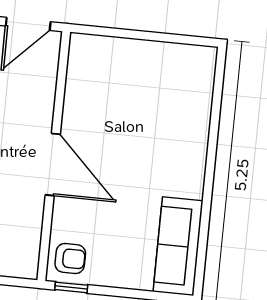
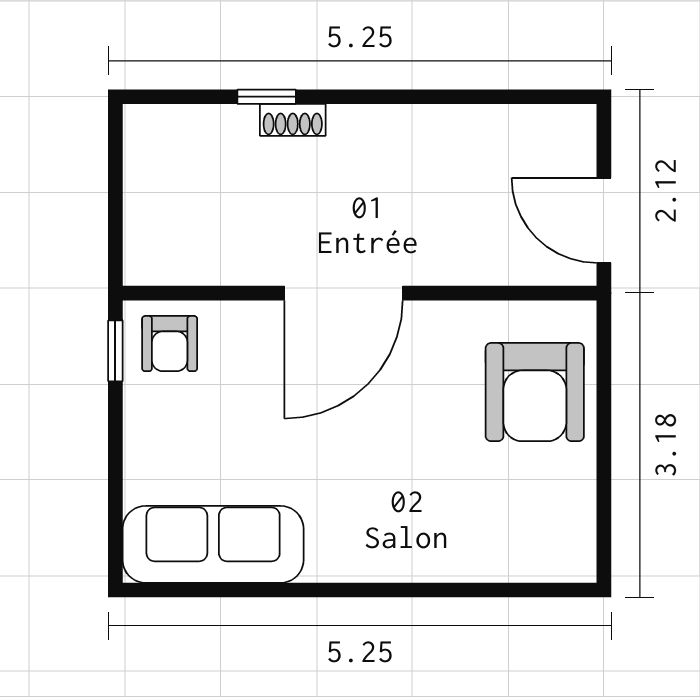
armchair: (115, 69) -> (535, 392), added

